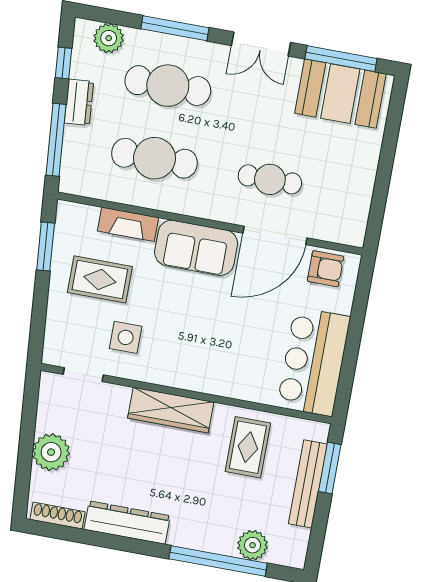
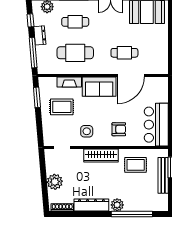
cafe table: (168, 86) -> (75, 22), width x0.73, depth x0.74
armchair: (325, 269) -> (119, 129), moved
side table: (126, 337) -> (87, 131), moved
rug: (248, 447) -> (136, 165), turned 90
plant: (253, 545) -> (117, 205), moved

